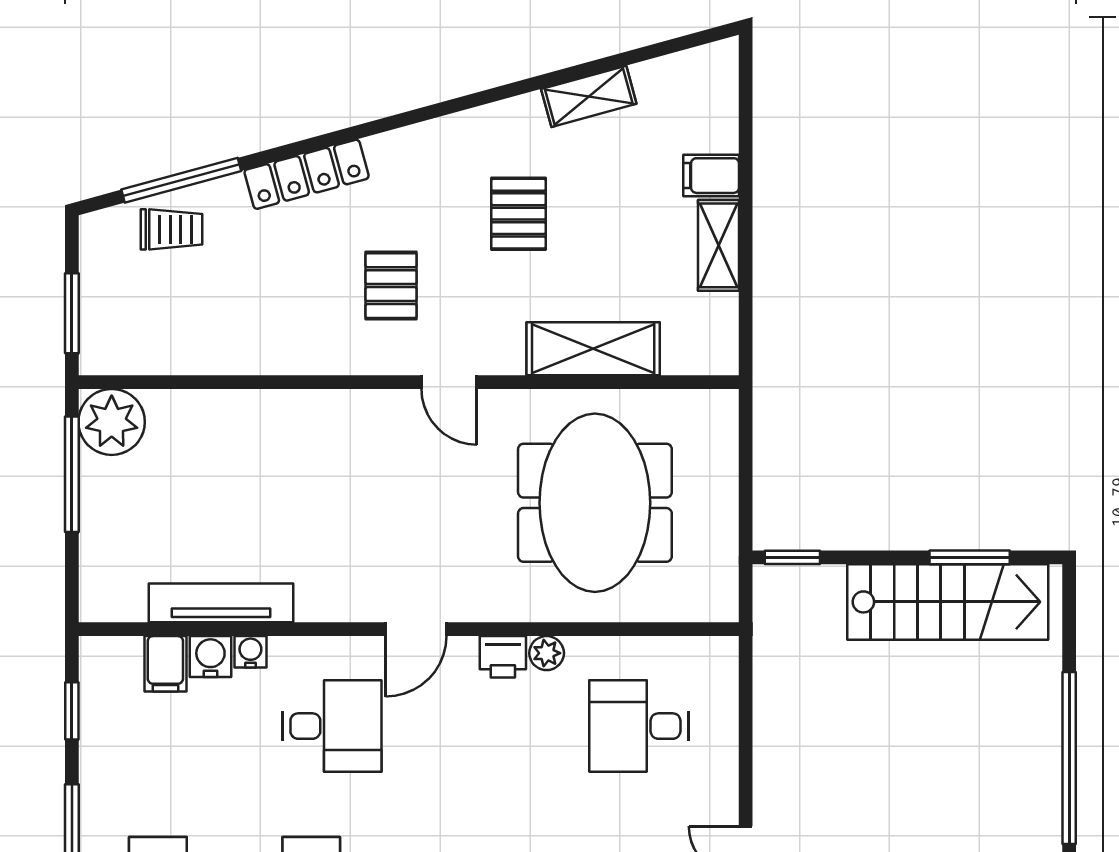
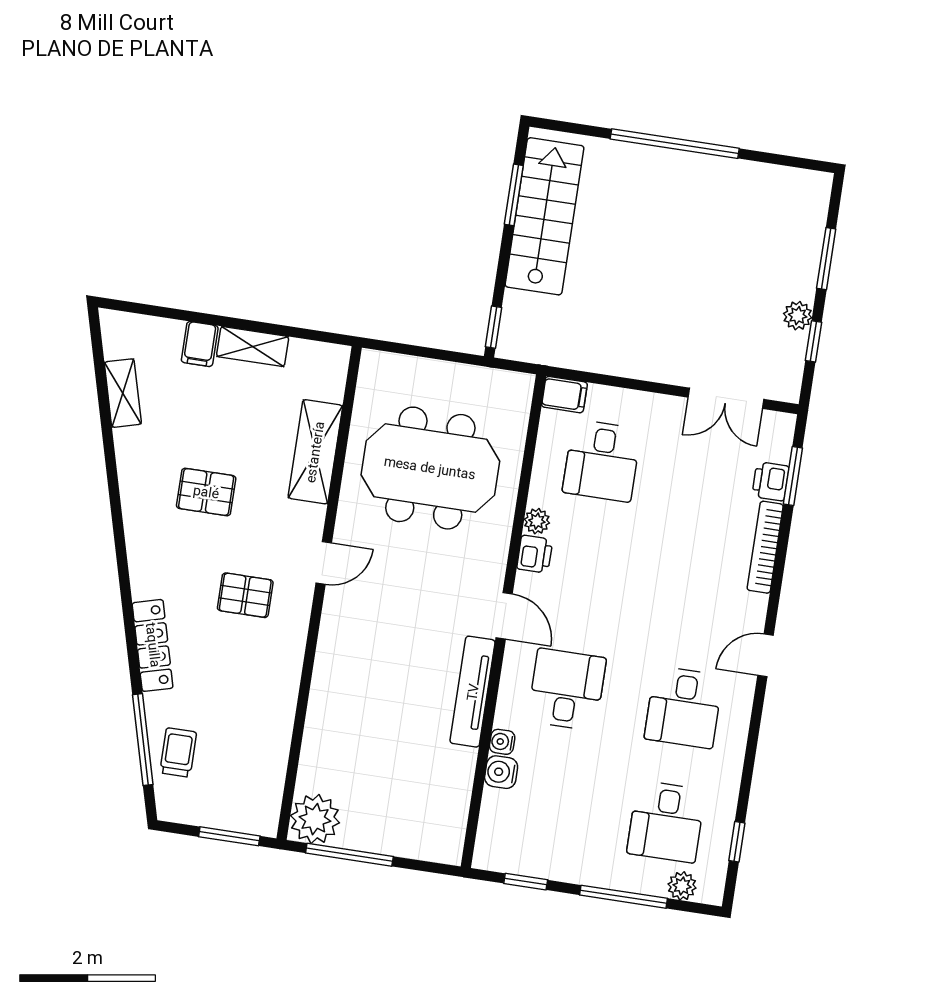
shelving: (589, 96) -> (123, 393), moved
tv unit: (221, 603) -> (473, 692), moved
filing cabinet: (165, 664) -> (564, 395), moved

